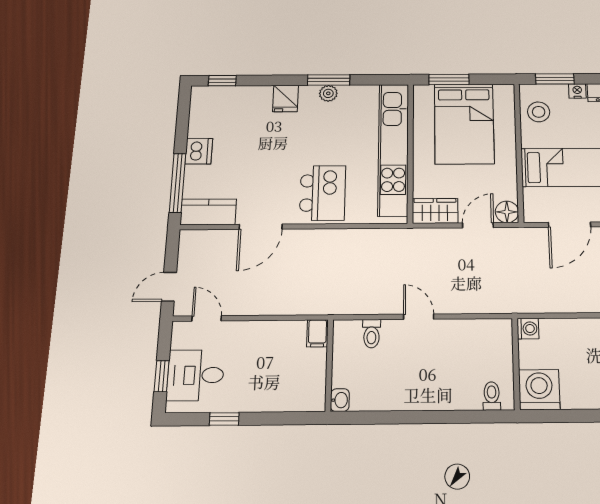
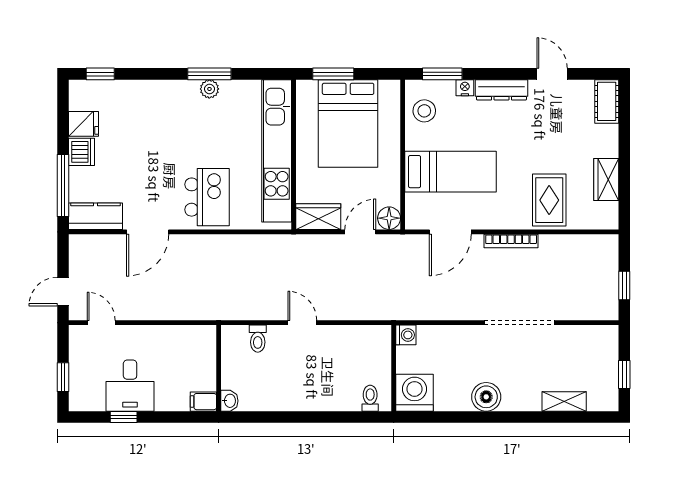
fridge: (285, 99) -> (84, 124), moved, turned -90
filing cabinet: (317, 333) -> (203, 402), moved, turned 90
desk: (195, 375) -> (130, 386), moved, turned -90

